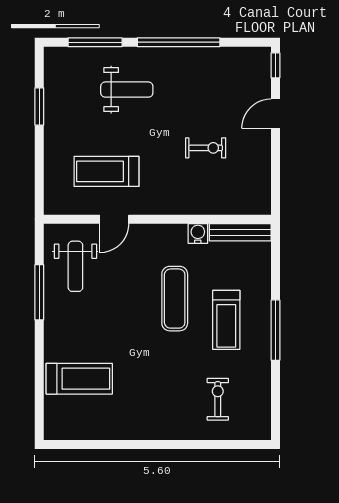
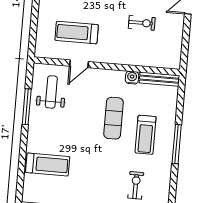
weight bench: (75, 266) -> (51, 92), turned 180

